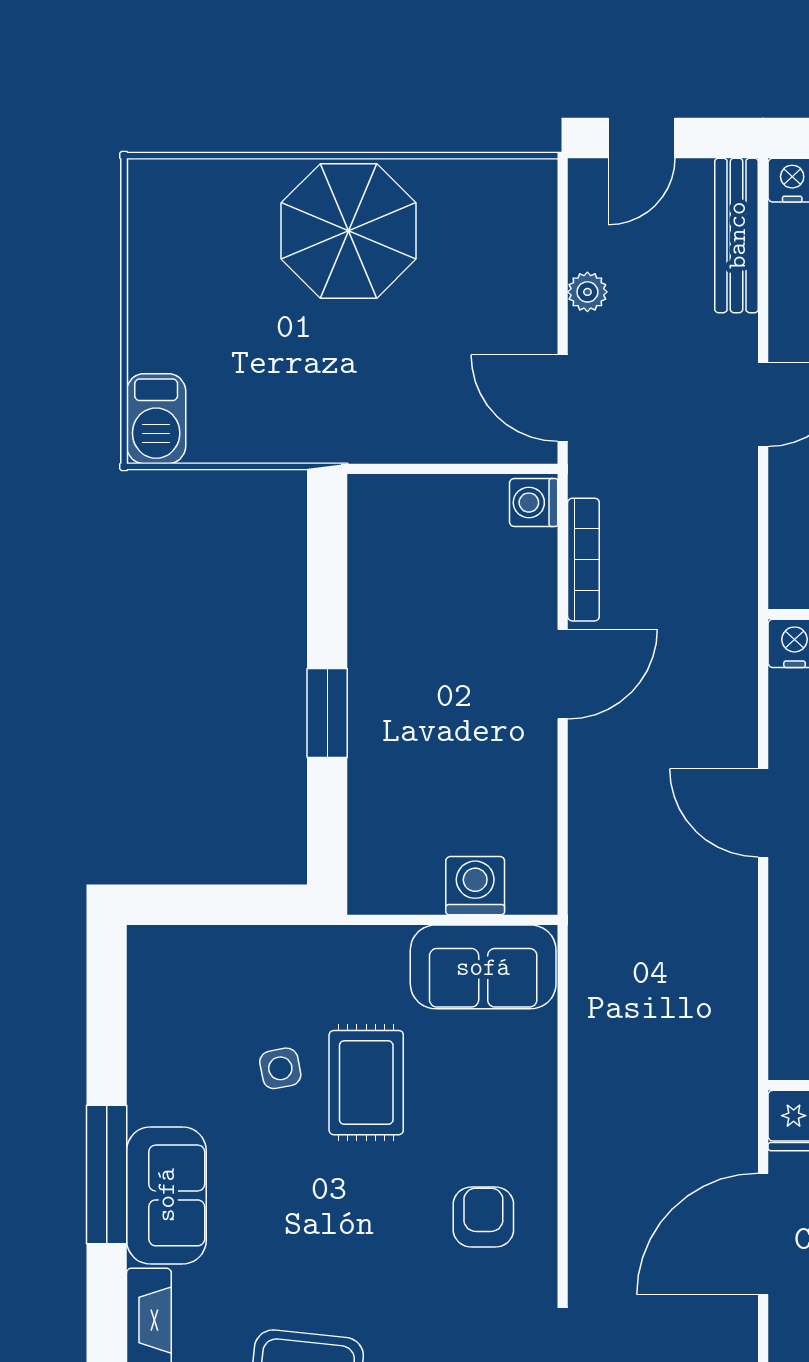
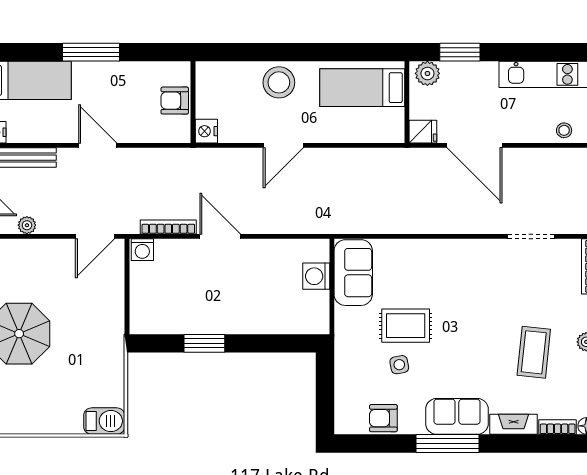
plant: (587, 292) -> (27, 225), moved
window: (327, 713) -> (204, 343), moved
armchair: (483, 1217) -> (383, 418), moved

